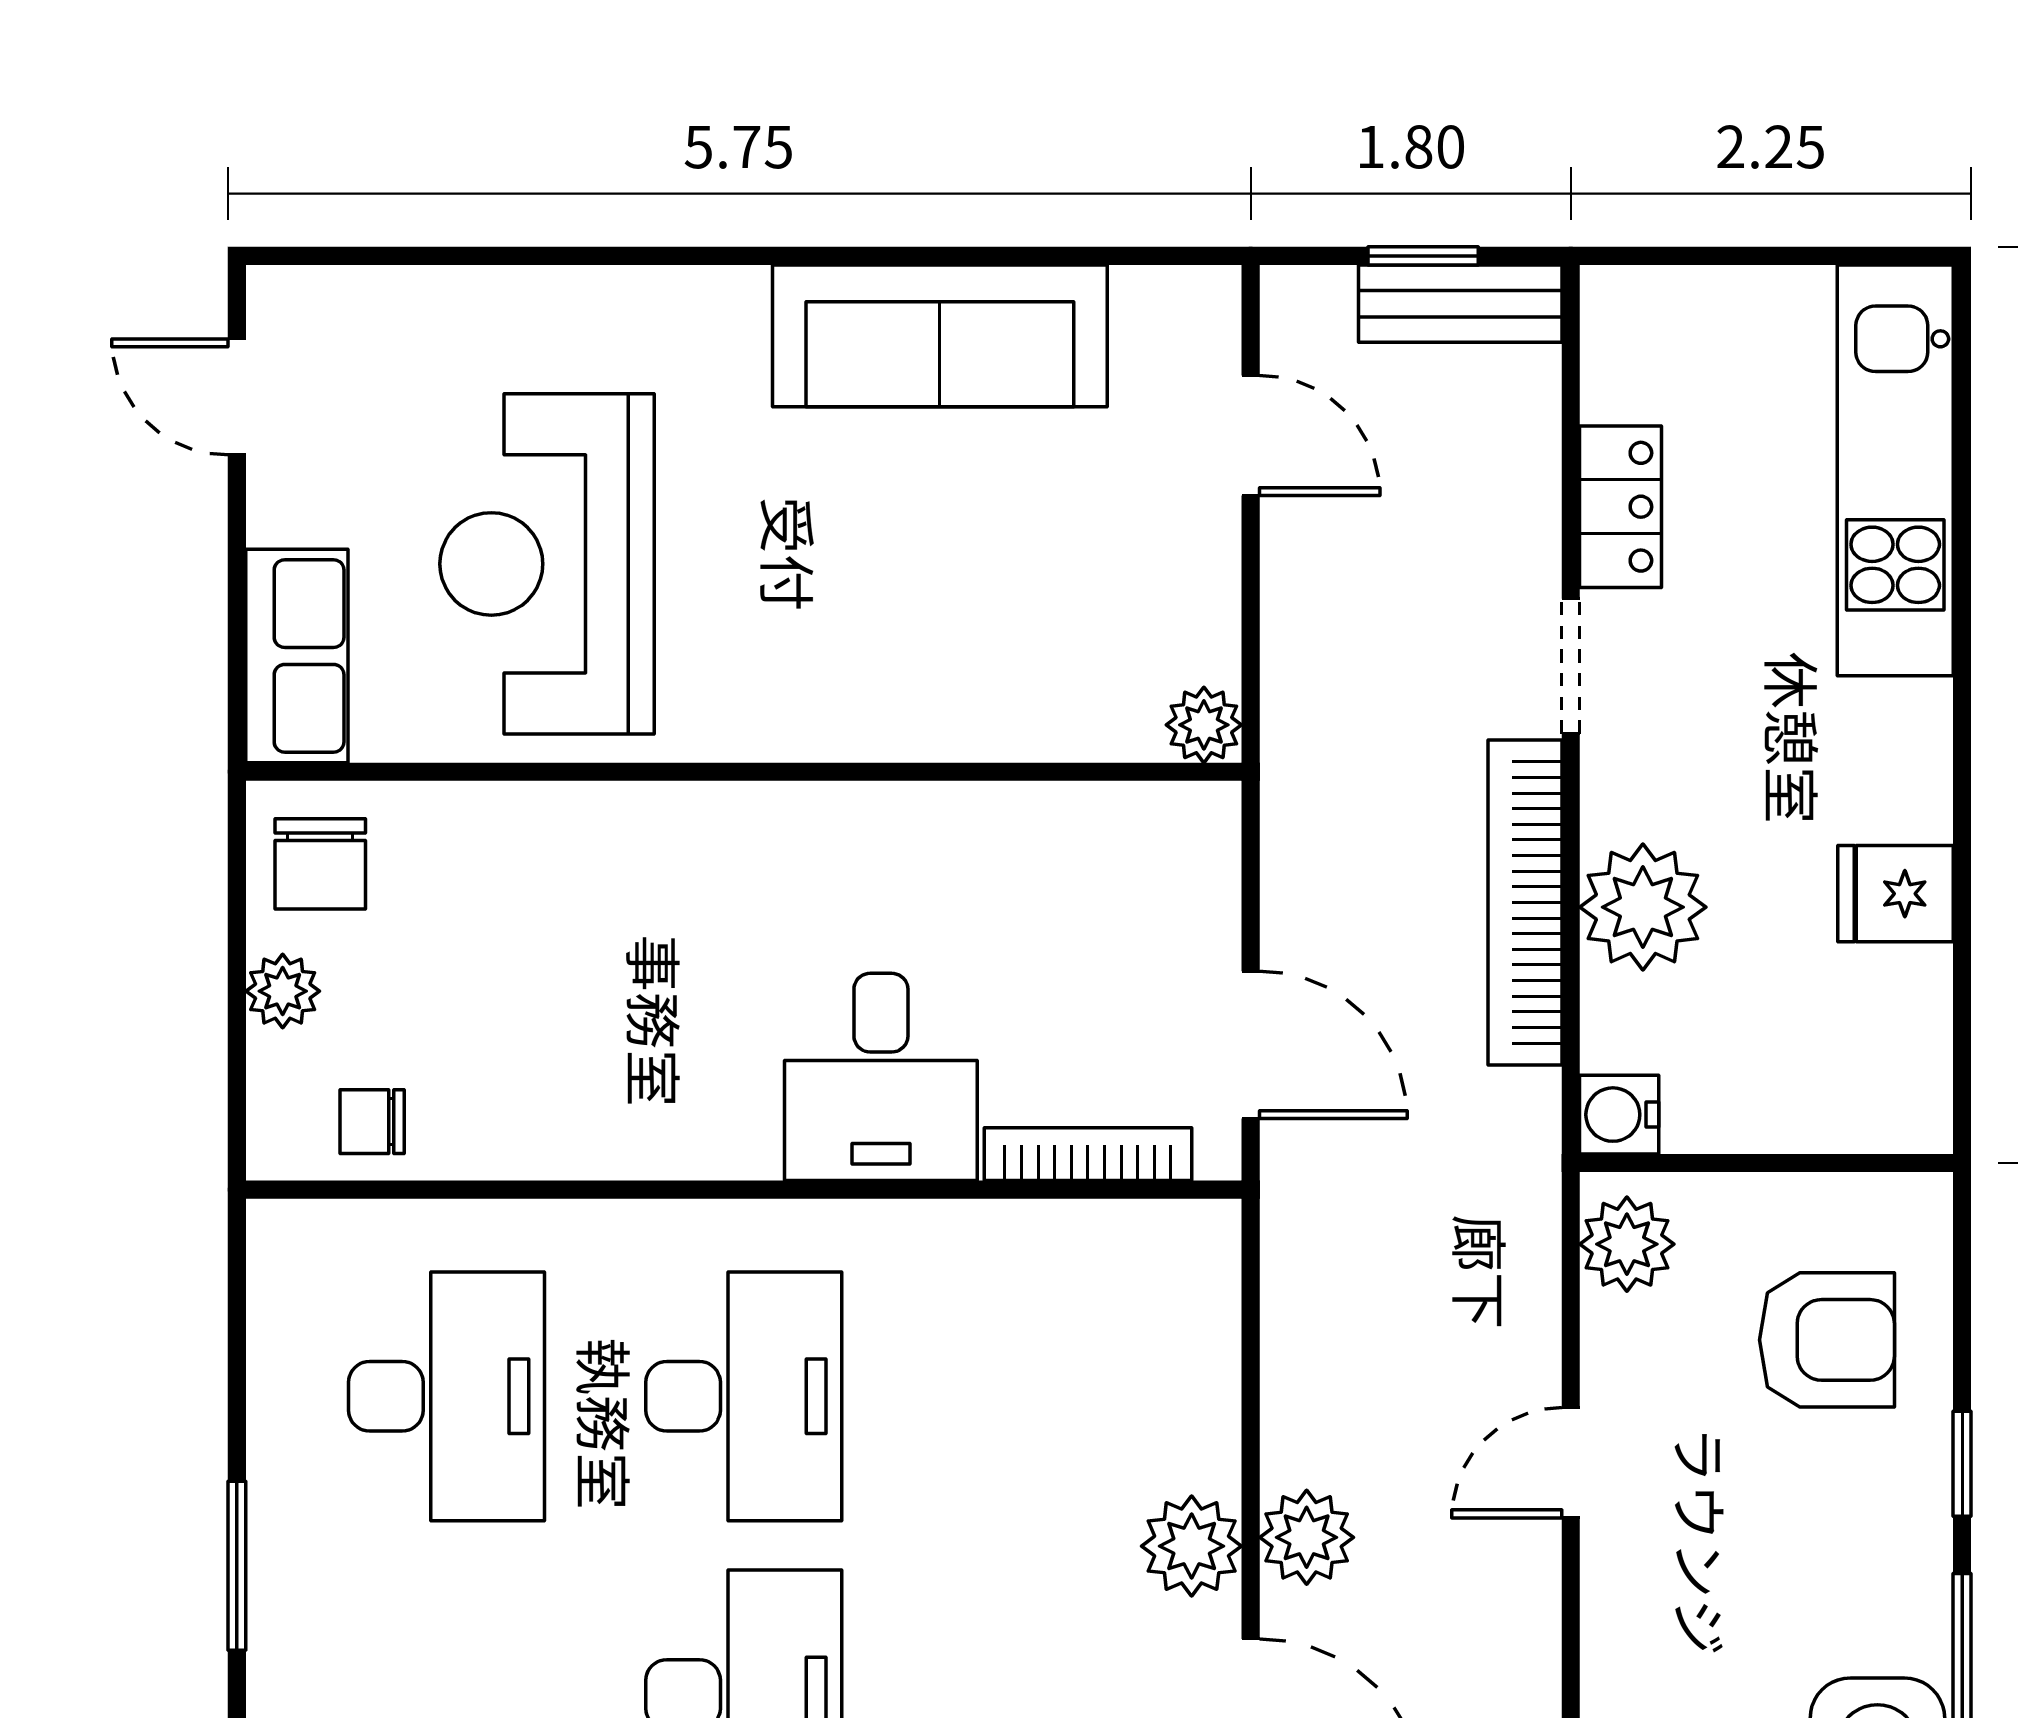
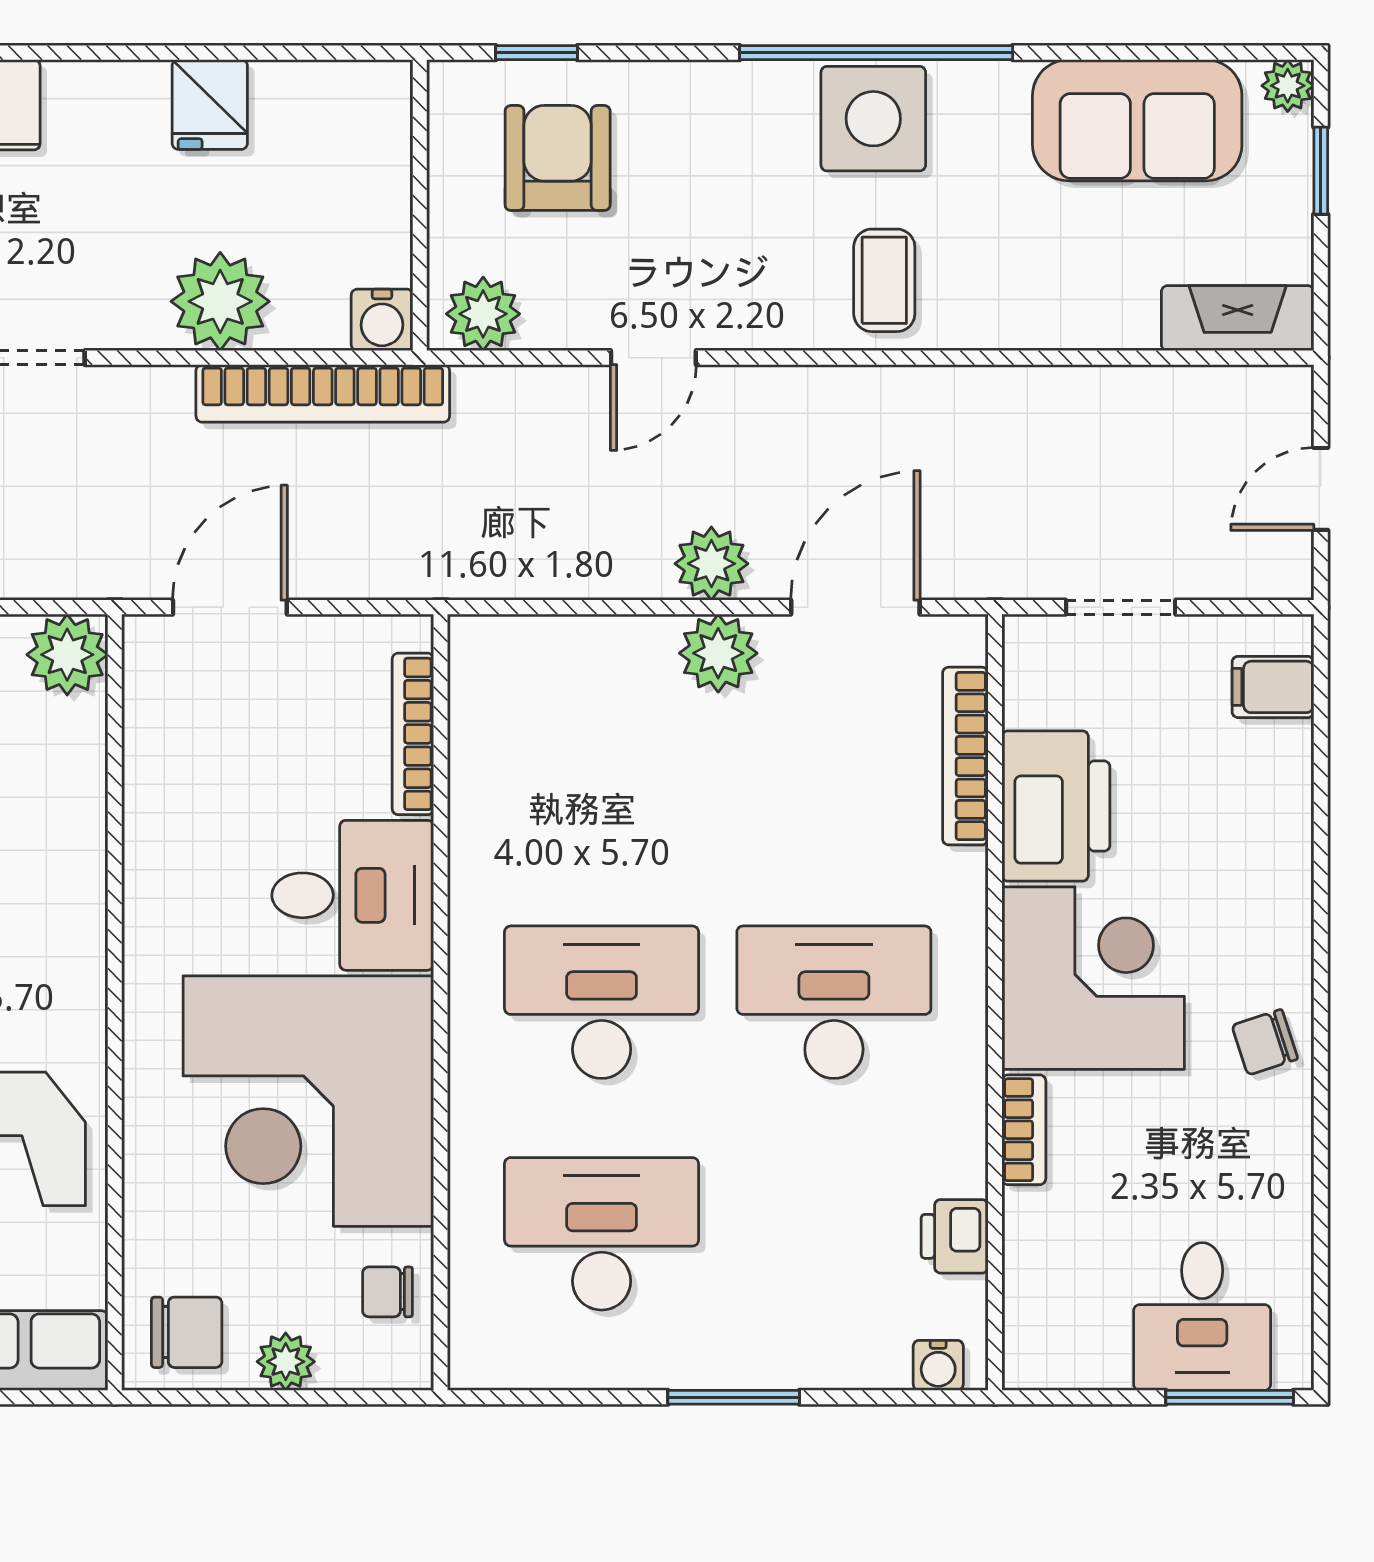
plant: (1204, 725) -> (67, 655), width x1.38, depth x1.38
bookcase: (1525, 902) -> (323, 393), moved
corner desk: (617, 1020) -> (308, 1101), added
door: (1251, 1045) -> (230, 607), moved
chair: (372, 1122) -> (387, 1292), turned 90
door: (1571, 1463) -> (653, 358), hinge flipped
window: (1962, 1464) -> (537, 53), moved

